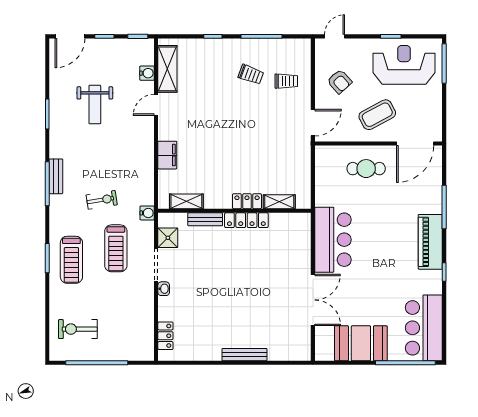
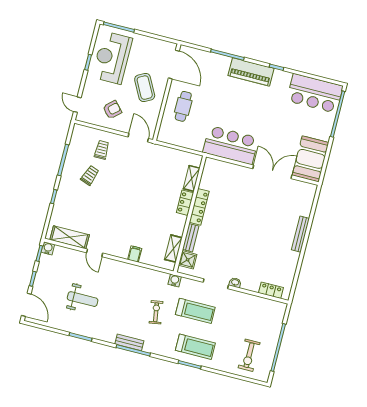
water cooler: (147, 73) -> (48, 248), moved
filing cabinet: (167, 155) -> (135, 254), width x0.50
shower: (168, 238) -> (188, 260), moved
booth: (361, 343) -> (311, 159), moved

